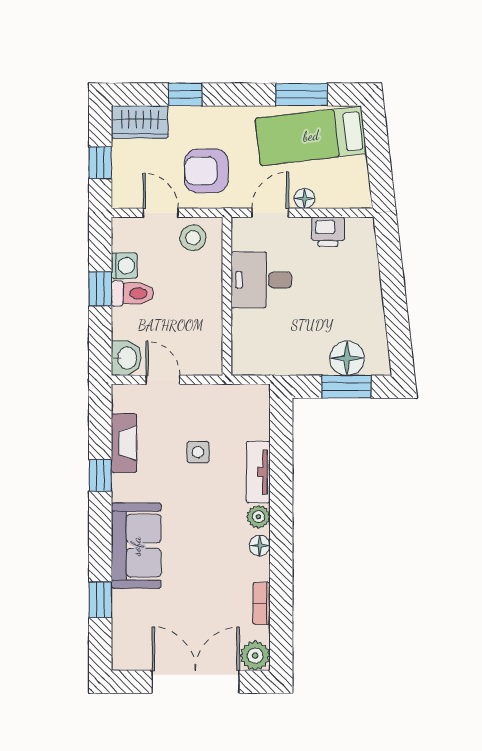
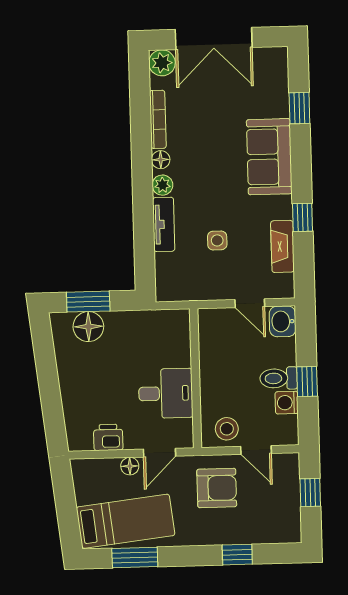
wardrobe: (140, 122) -> (277, 529), removed
bookcase: (262, 603) -> (158, 119), width x1.56

